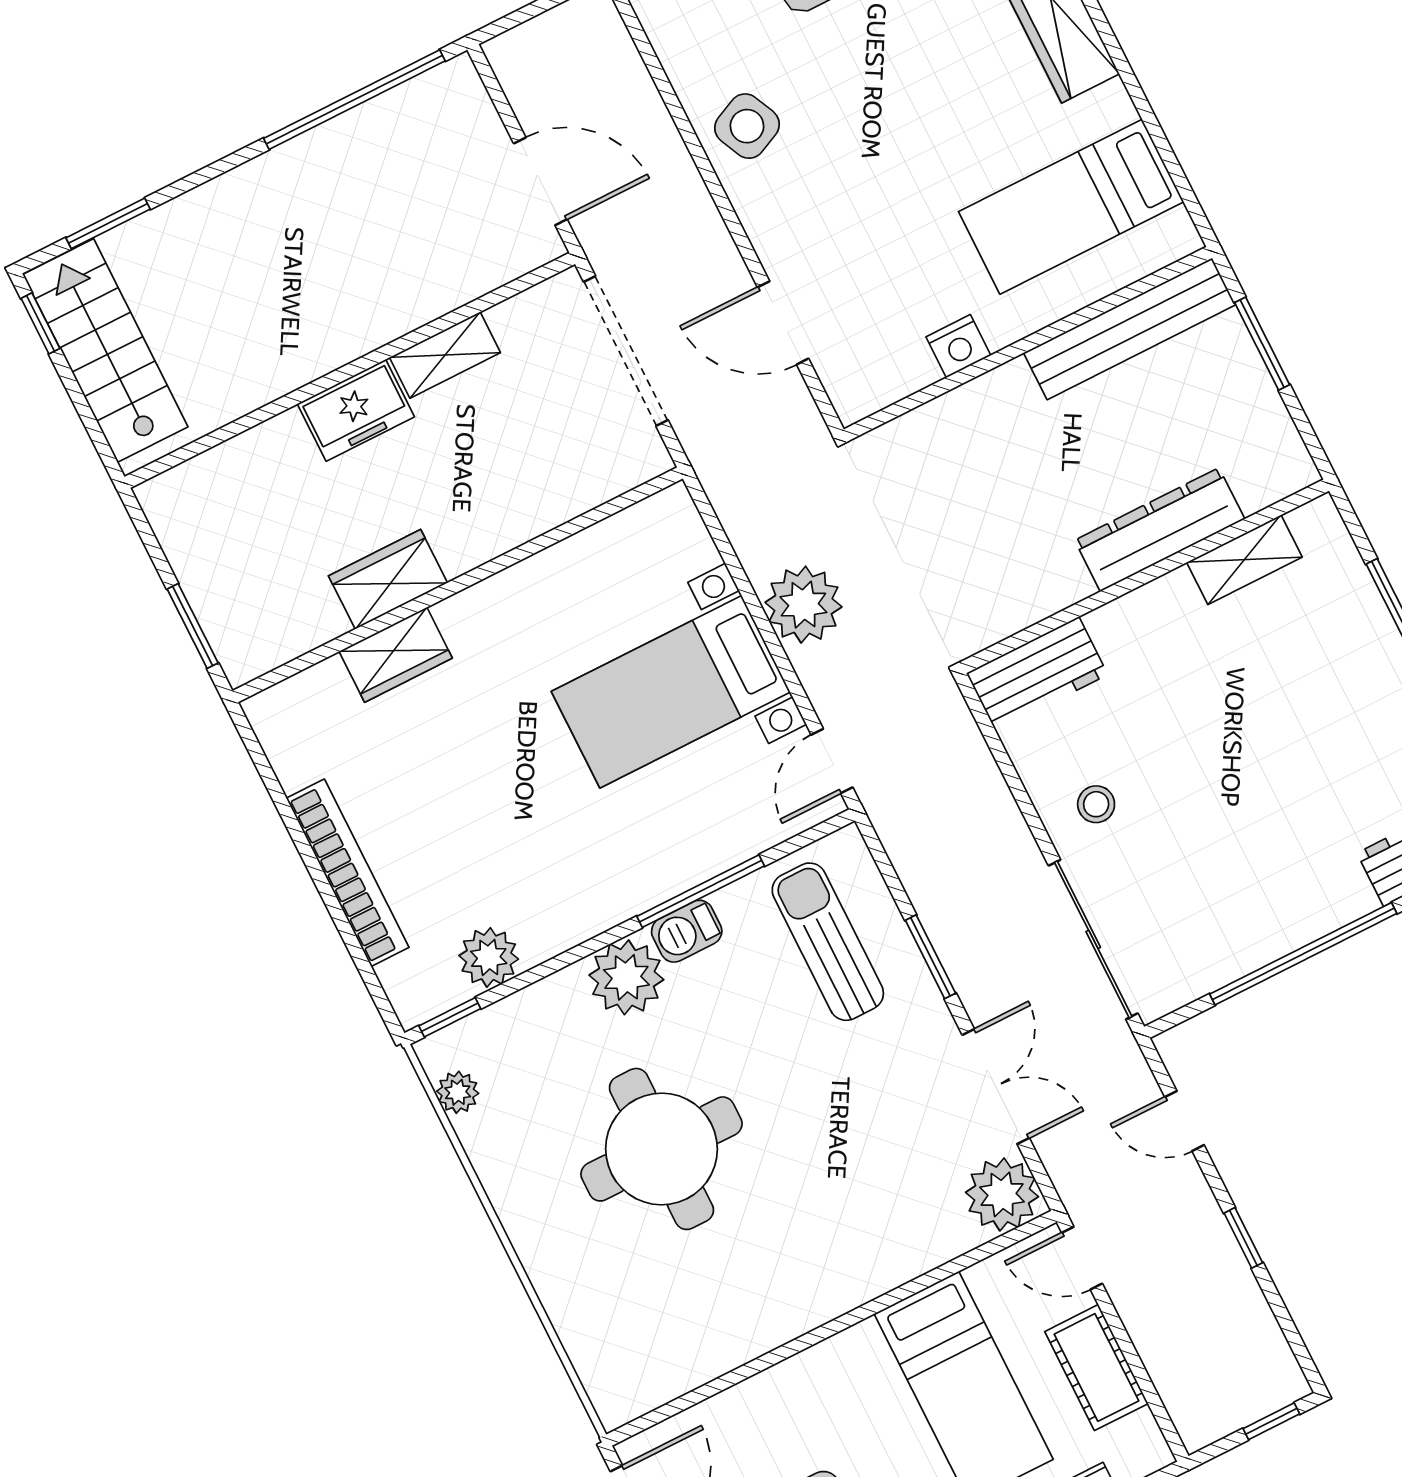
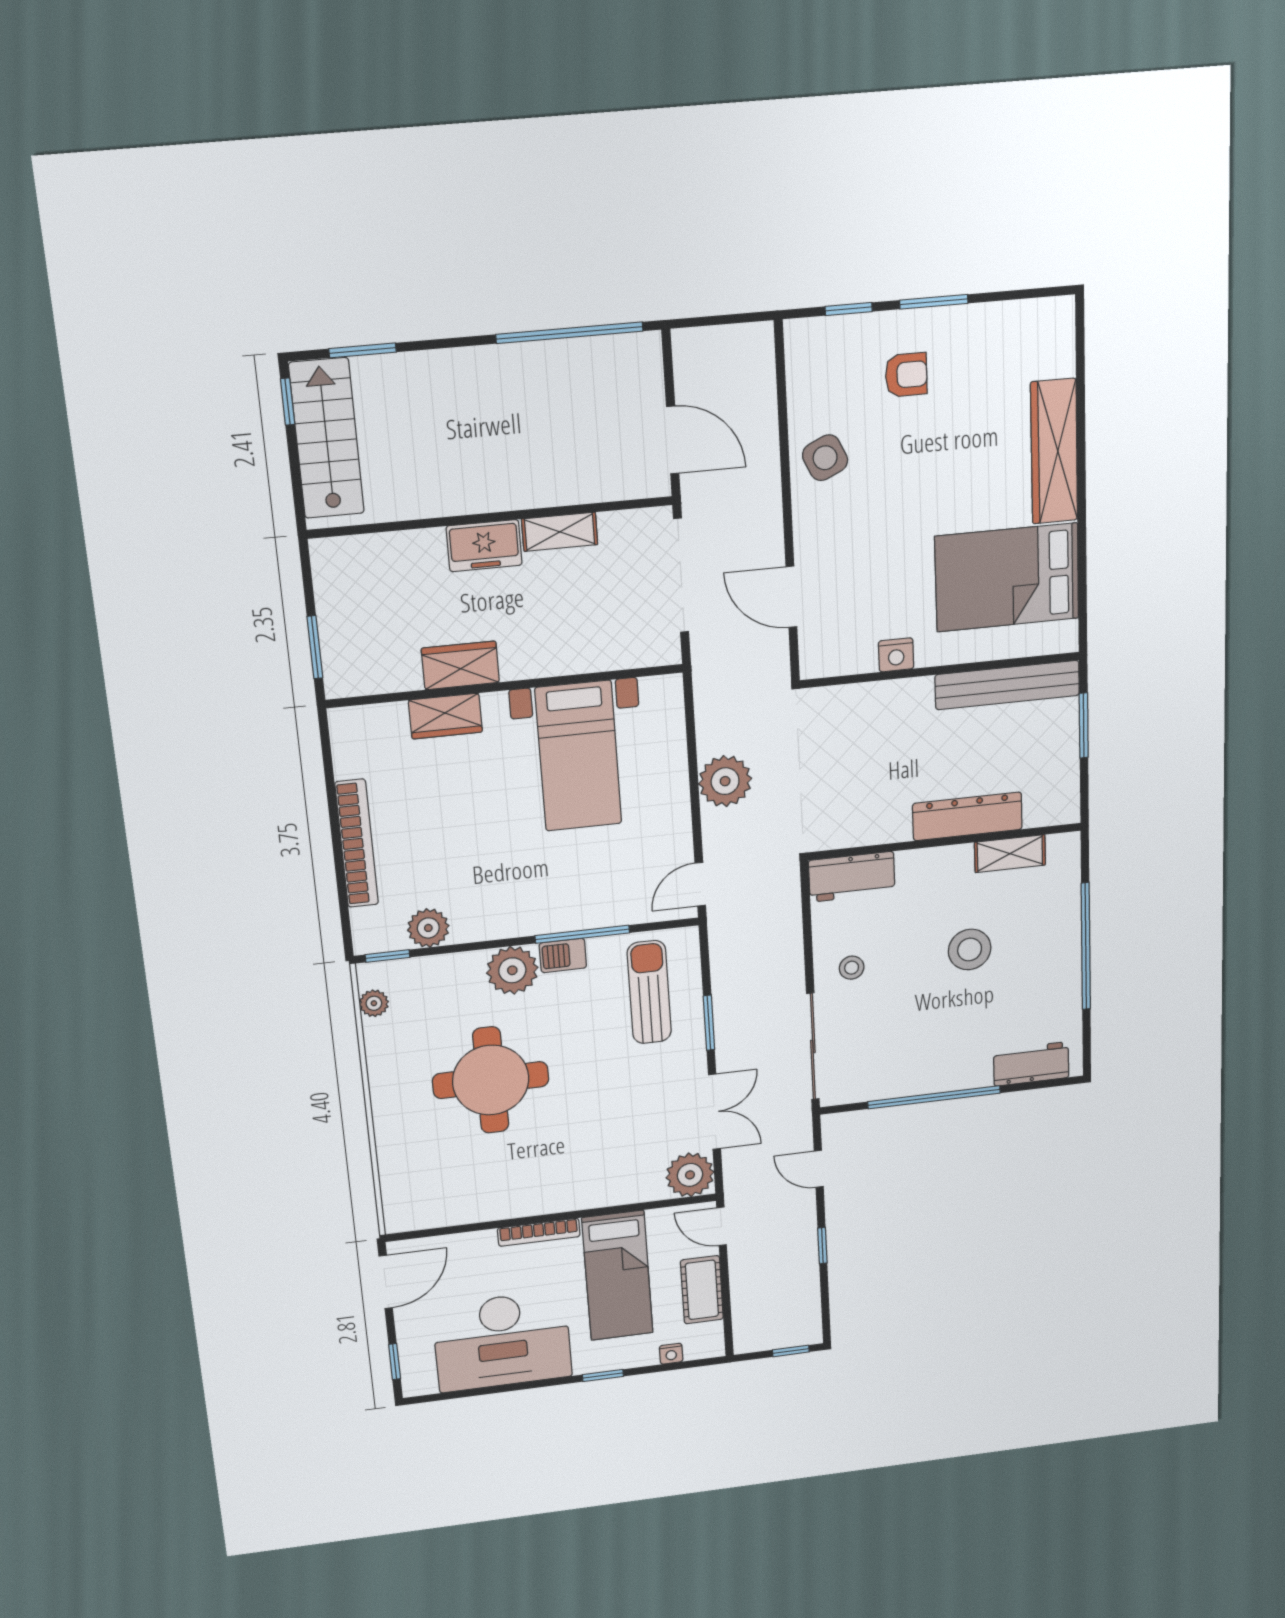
bed: (1071, 207) -> (1007, 577), width x1.50
bed with nightstands: (671, 692) -> (578, 756), moved, turned -90
stool: (1252, 717) -> (970, 949), added
bookcase: (823, 1357) -> (539, 1232), added

